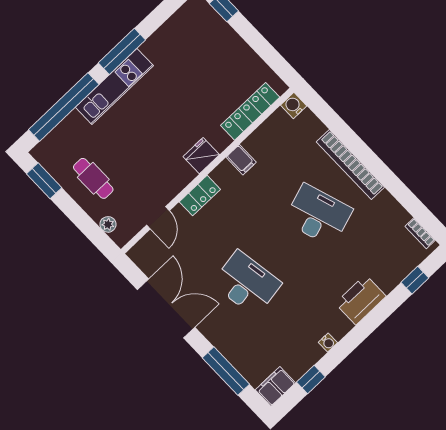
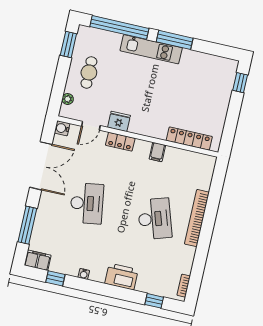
water cooler: (294, 105) -> (62, 128), moved, turned -90
fridge: (201, 156) -> (119, 121), moved

